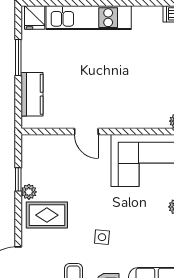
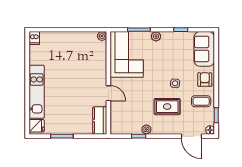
kitchen counter: (32, 94) -> (100, 121), moved, turned -90
door: (86, 131) -> (108, 93), hinge flipped
rug: (47, 215) -> (167, 107), moved, turned 90

